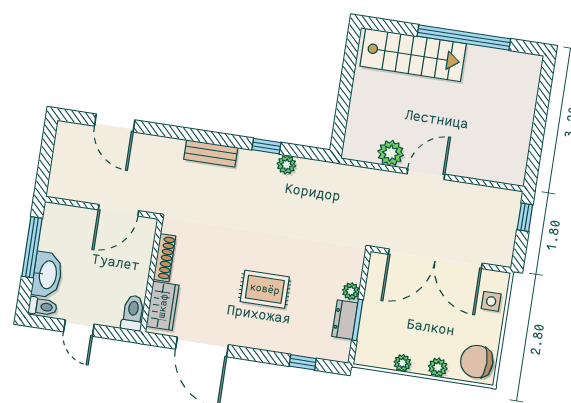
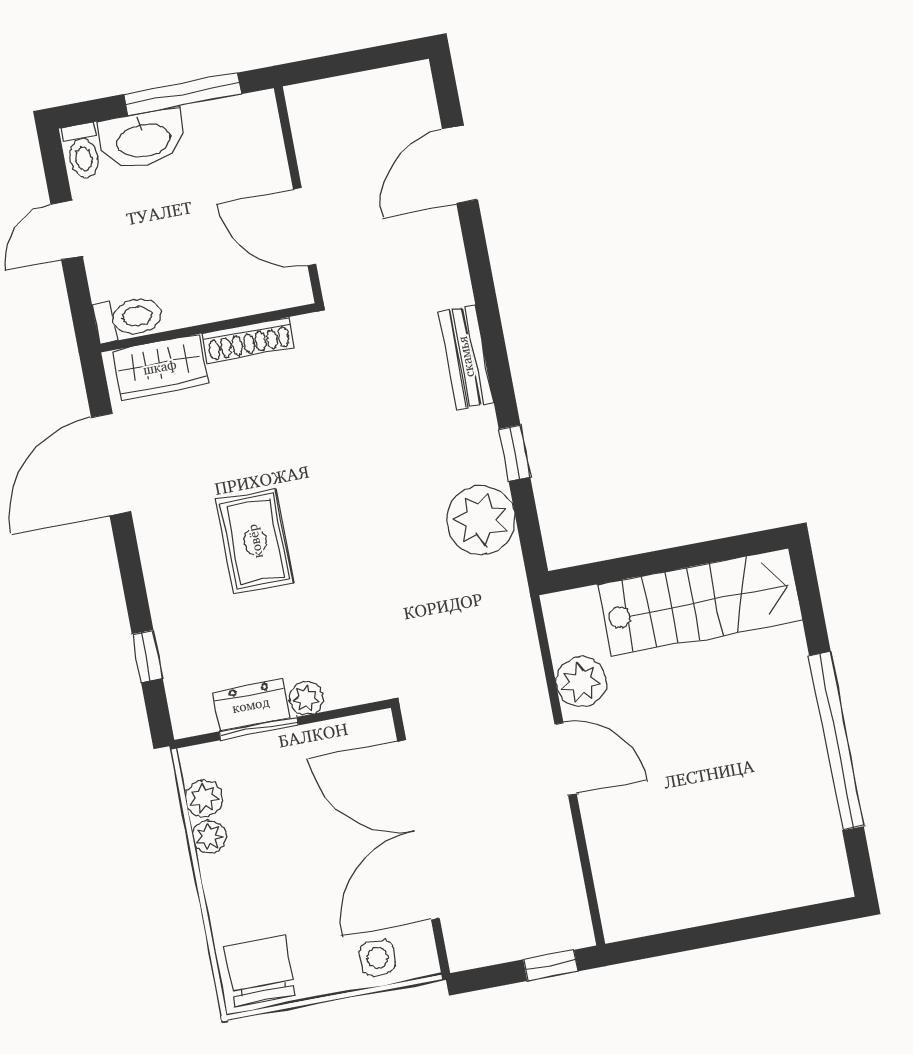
stairs: (413, 55) -> (700, 602), moved, turned -90
plant: (286, 165) -> (481, 520), width x1.87, depth x1.87
plant: (438, 367) -> (204, 798), moved

